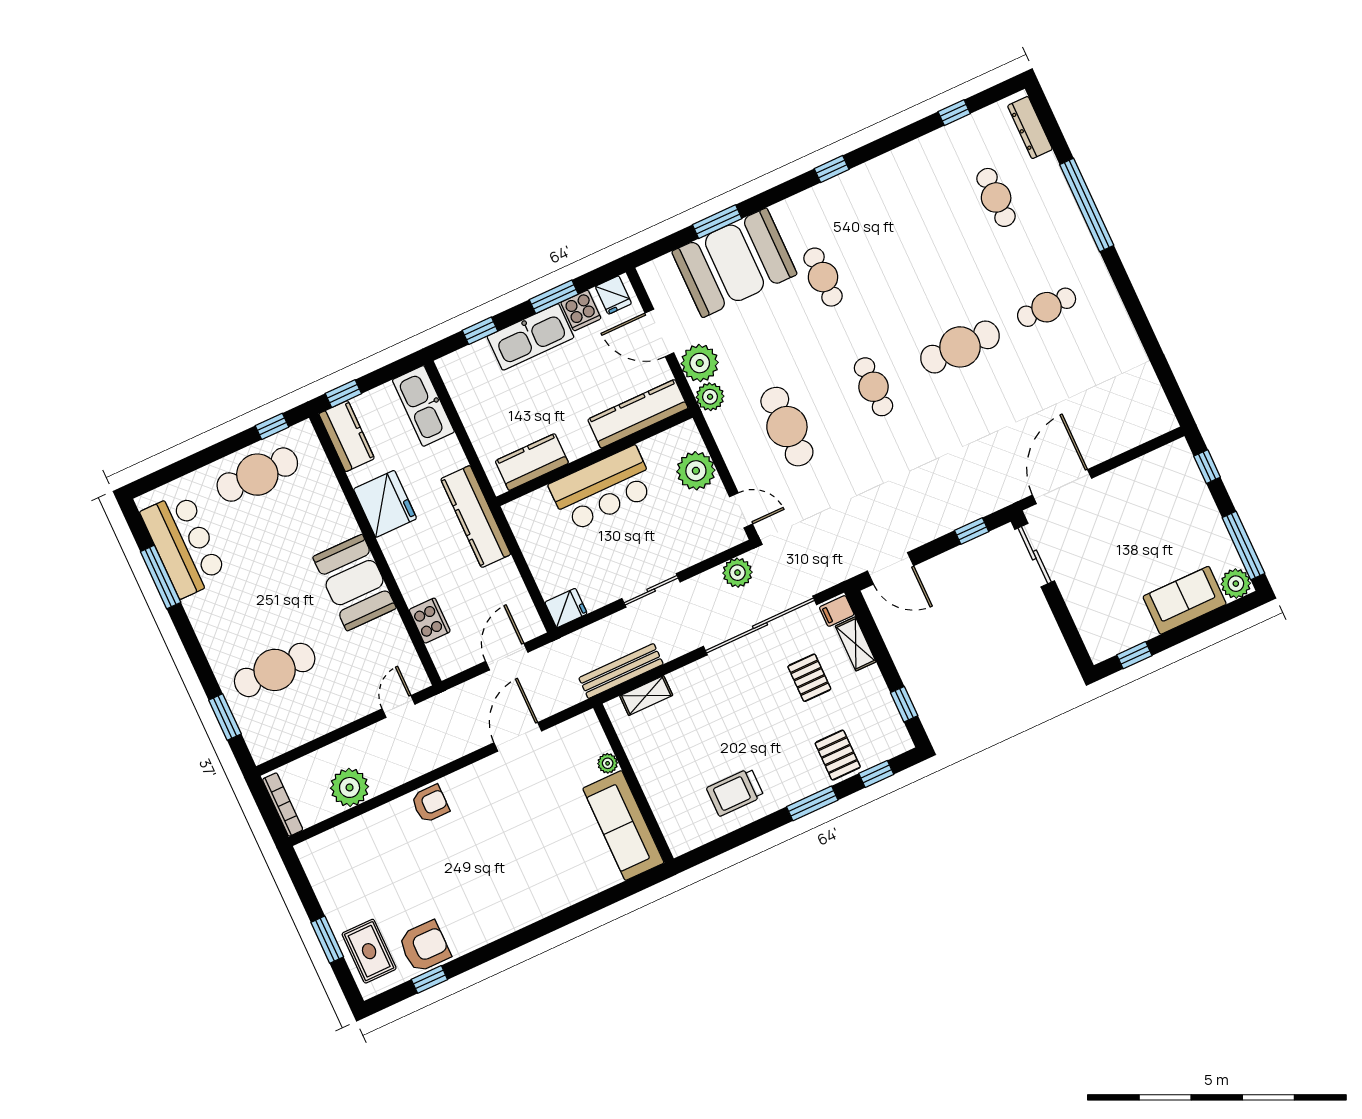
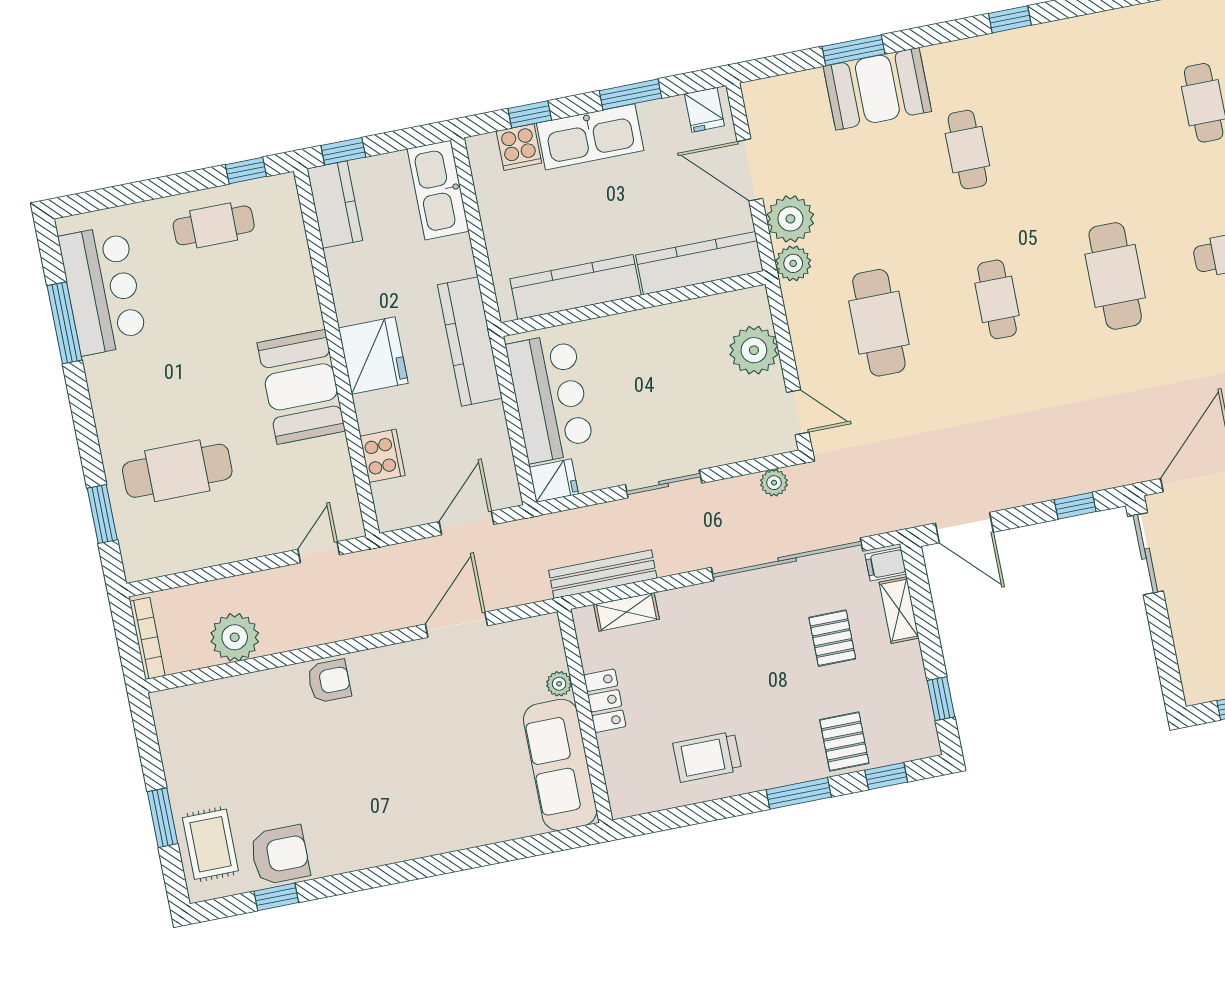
booth: (734, 263) -> (877, 89), width x0.73, depth x0.70
cooker: (581, 310) -> (519, 147), moved
cafe table: (960, 347) -> (1115, 276), turned 90
kitchen counter: (532, 462) -> (575, 287), width x1.50
cafe table: (257, 475) -> (214, 225), width x0.73, depth x0.74
bar counter: (603, 489) -> (550, 398), moved, turned -90
fridge: (385, 504) -> (373, 356), moved
plant: (737, 573) -> (774, 483), width x0.73, depth x0.73
locker: (646, 768) -> (605, 701), added

